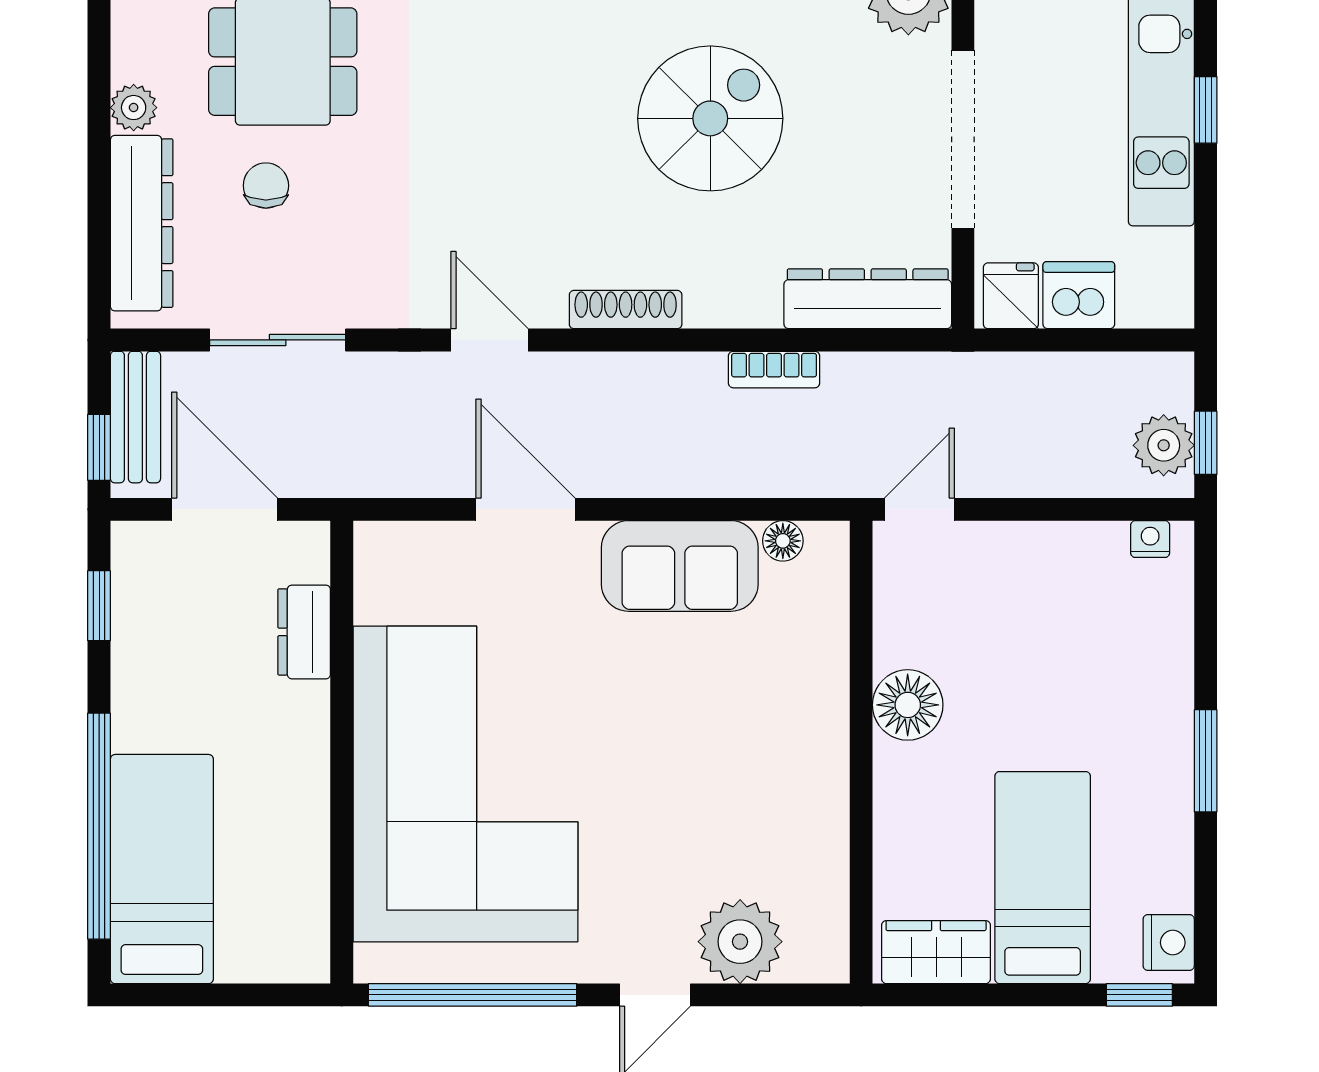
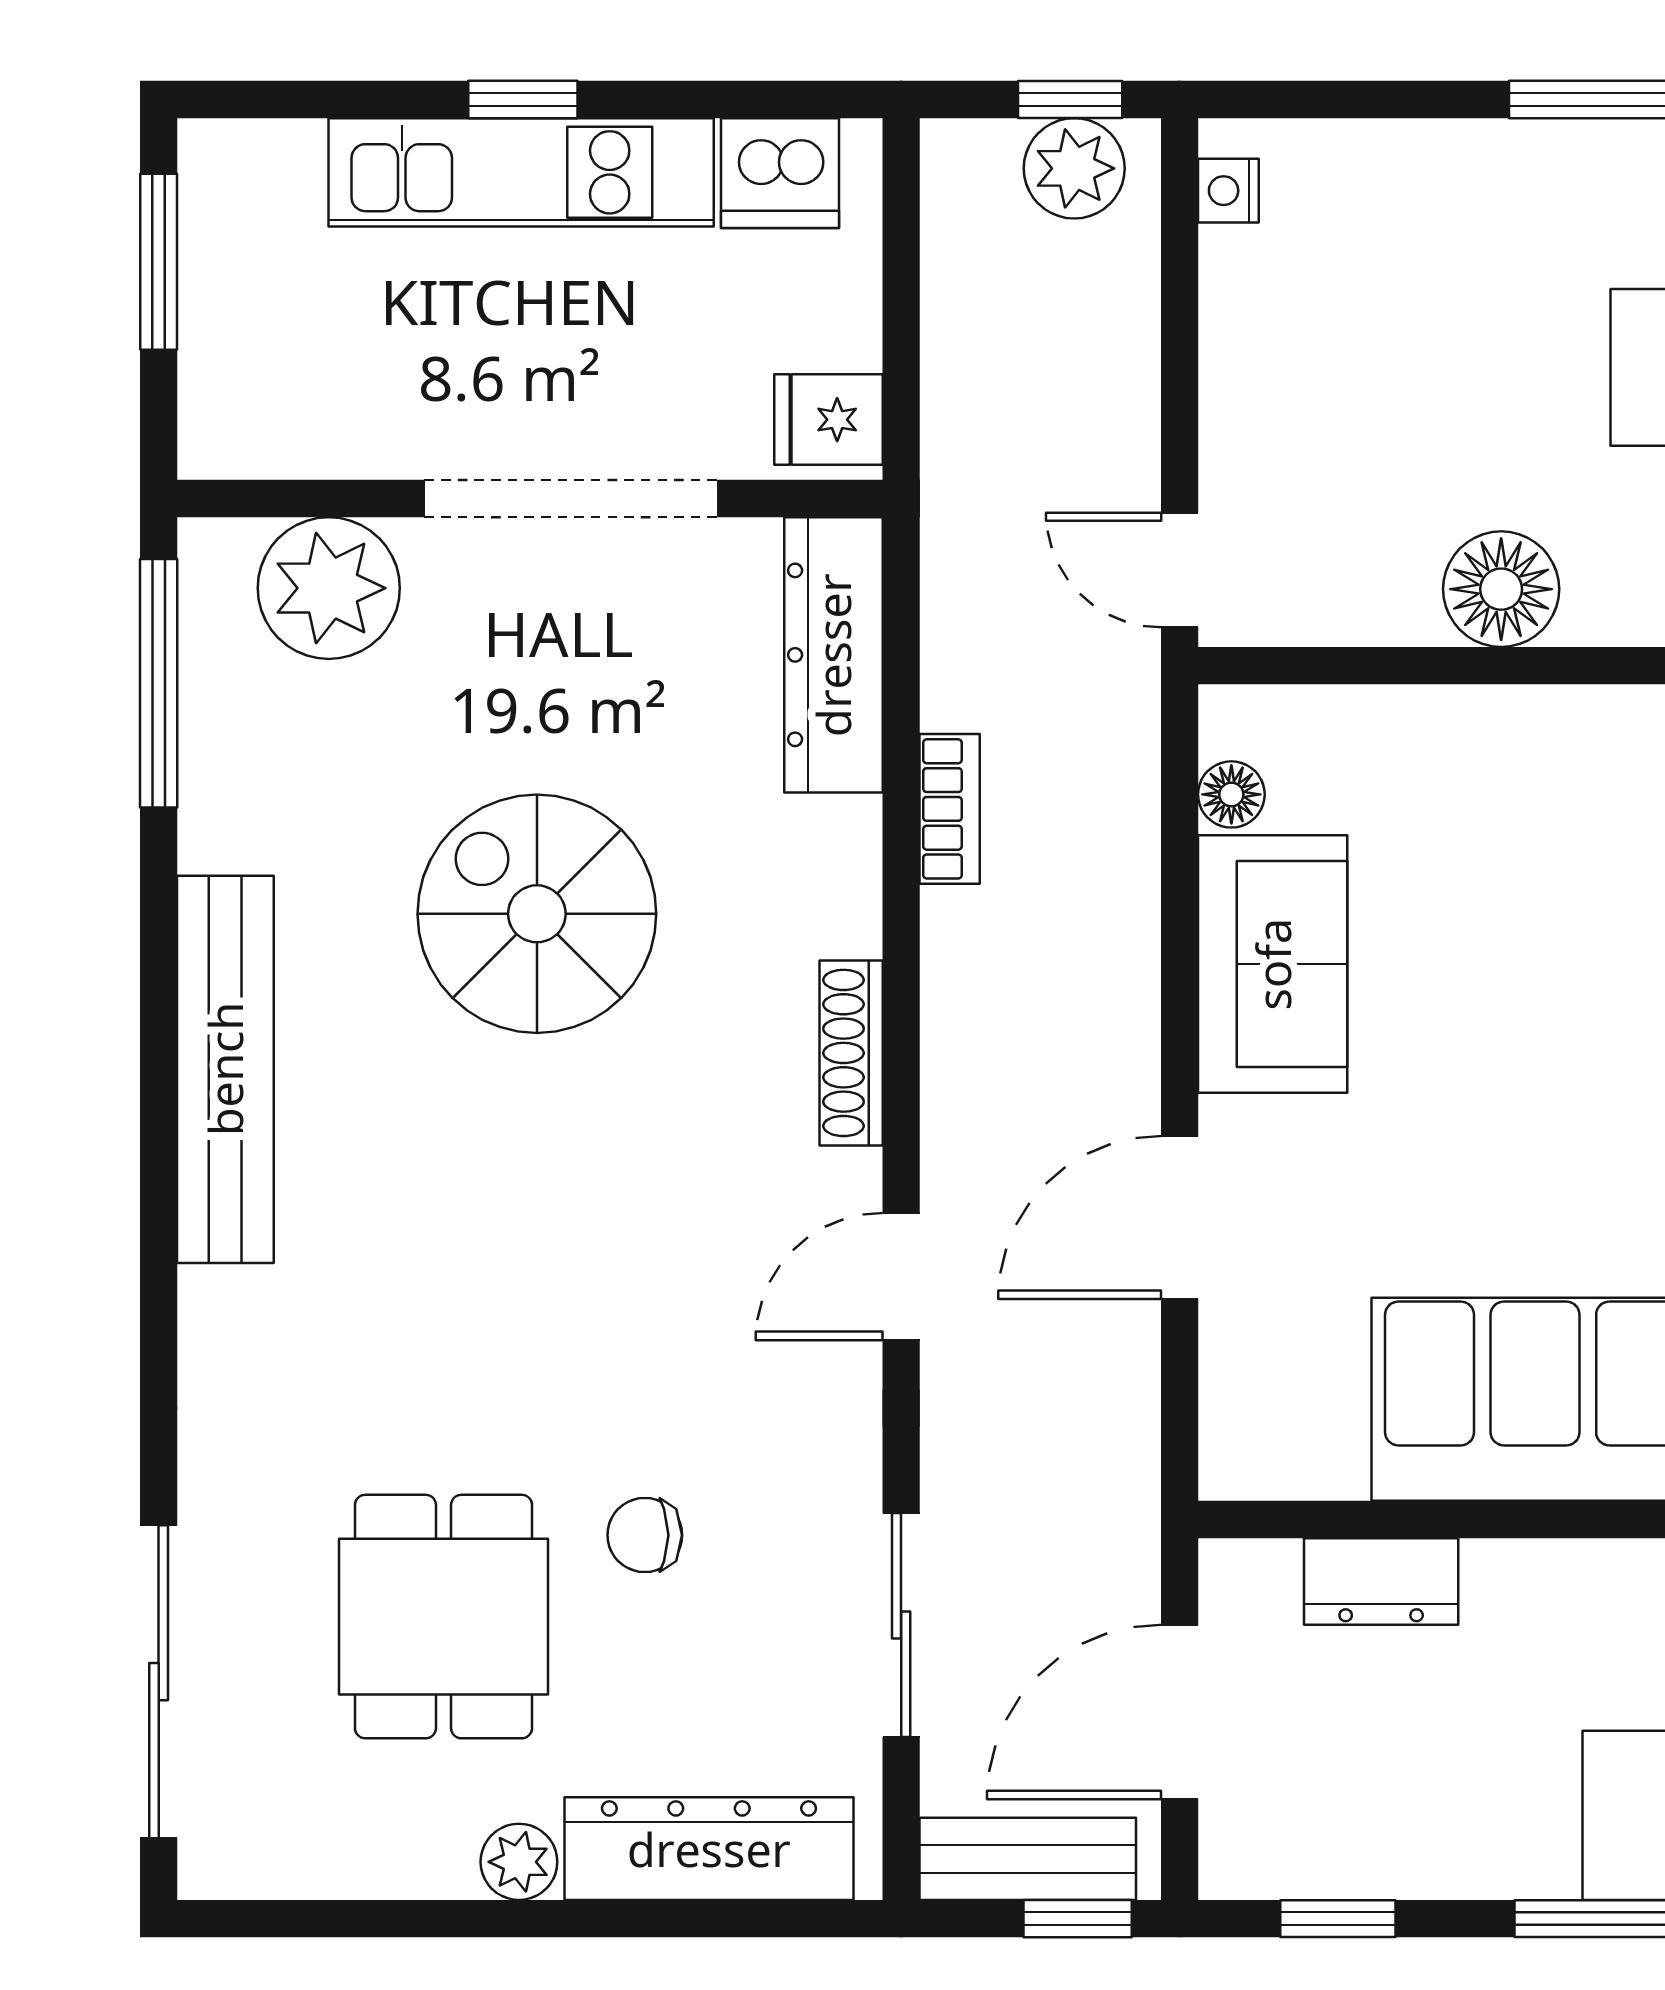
chair: (266, 186) -> (645, 1535), moved
dishwasher: (1079, 295) -> (780, 173), moved, turned -90

